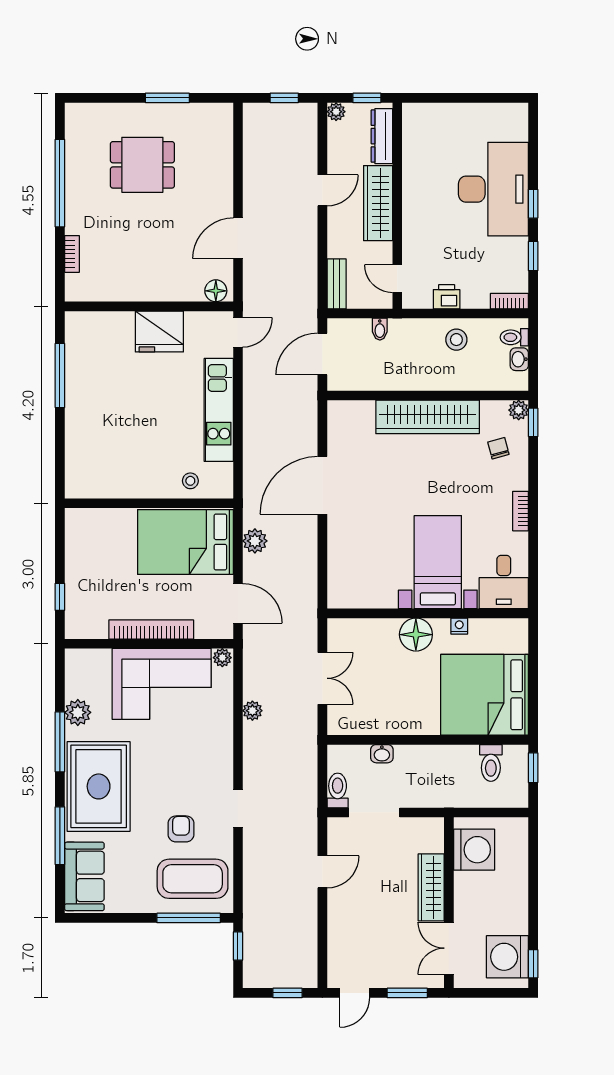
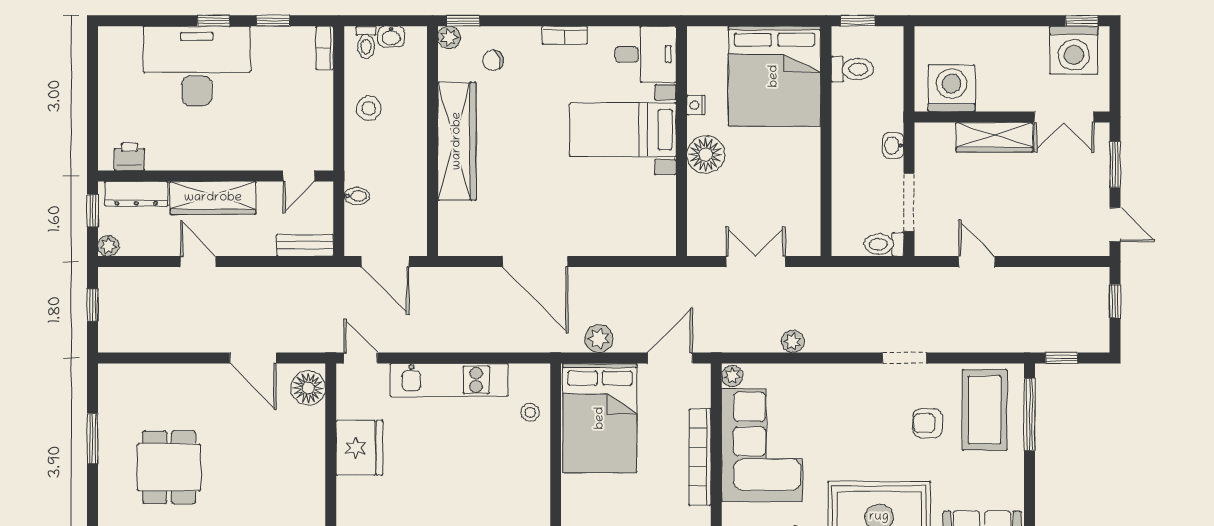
floor lamp: (216, 291) -> (308, 388), width x1.38, depth x1.38
printer: (447, 297) -> (130, 157), moved, turned 90
washbasin: (382, 754) -> (893, 146), moved, turned 180

